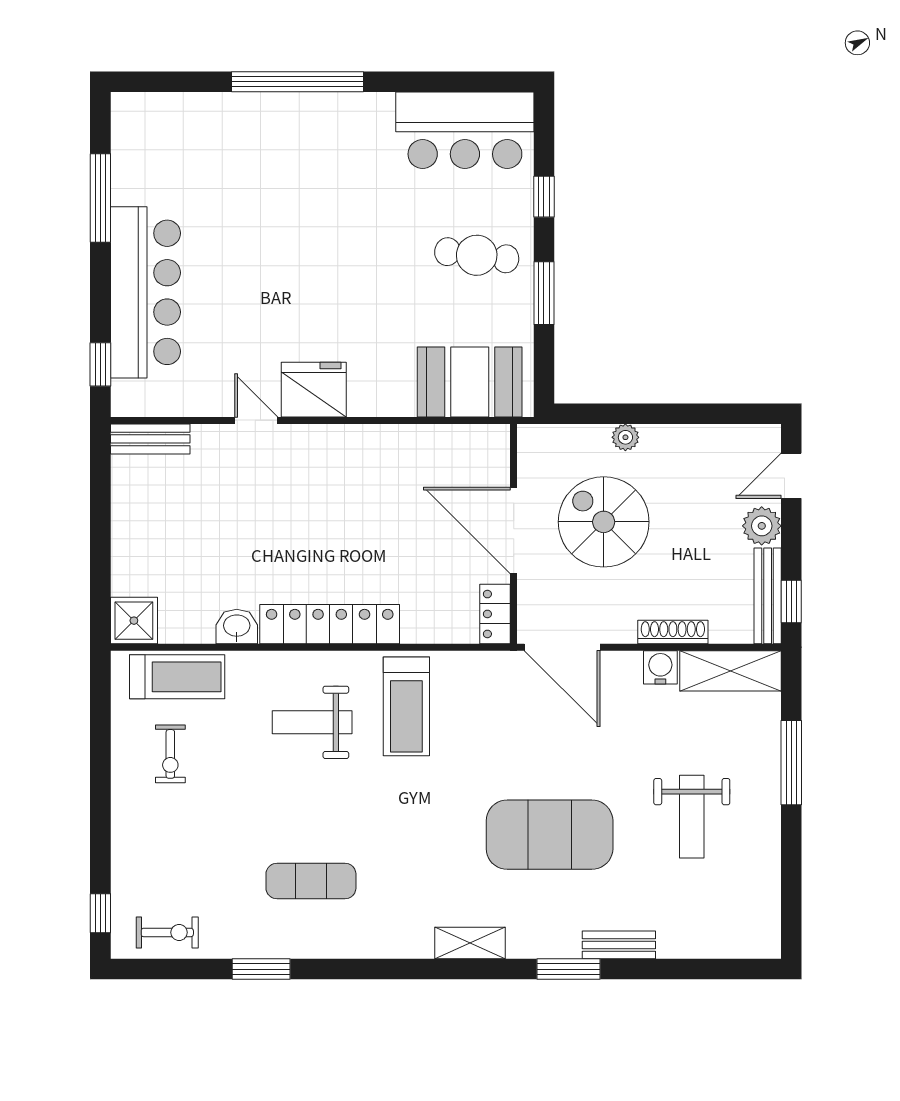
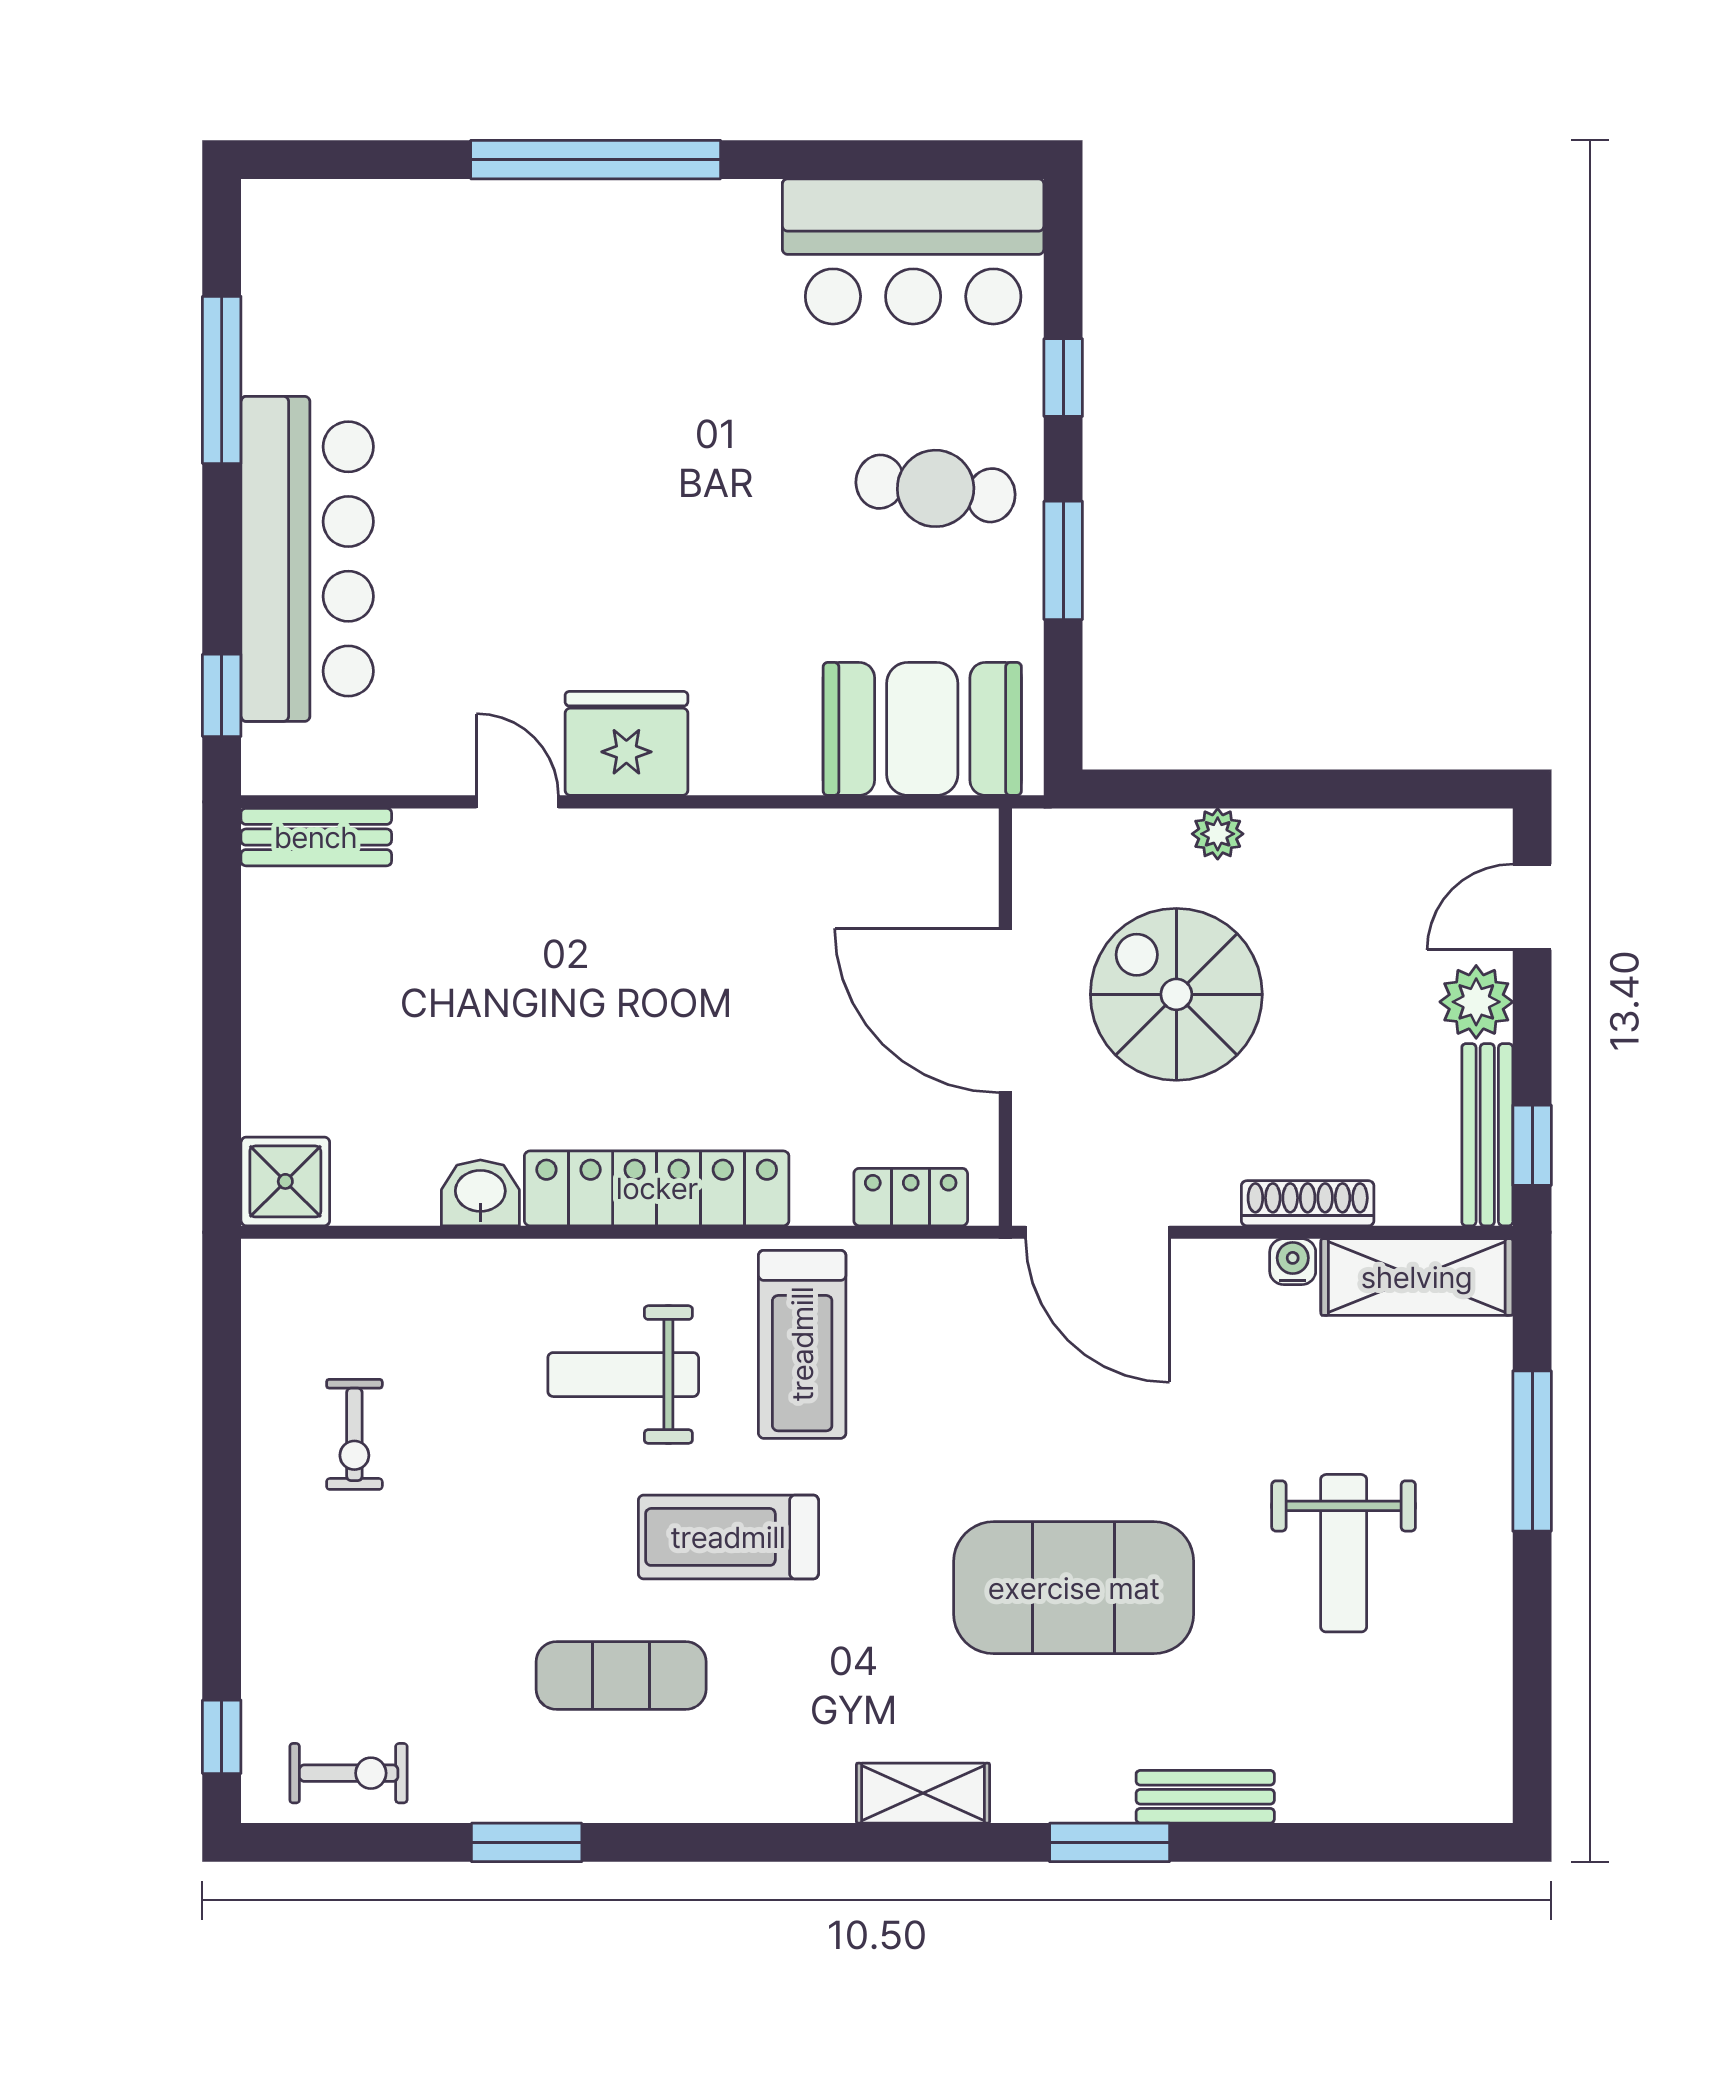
locker: (495, 614) -> (911, 1197), moved, turned 90
water cooler: (660, 667) -> (1293, 1262), width x0.72, depth x0.72
treadmill: (177, 677) -> (728, 1537), moved, turned 180

